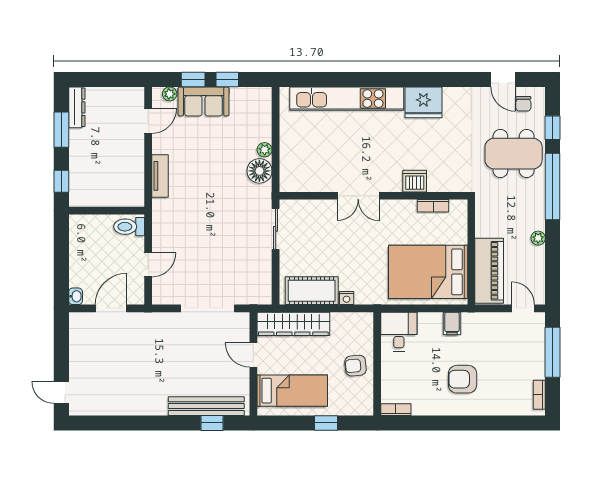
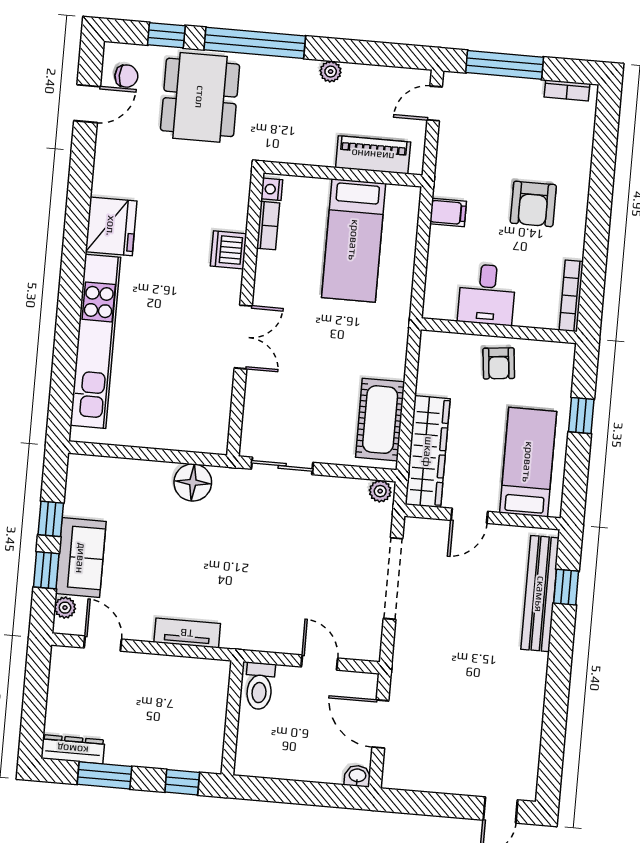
plant: (265, 150) -> (380, 491), moved
piano: (489, 271) -> (373, 155), width x0.73, depth x0.75
bed: (428, 272) -> (354, 240), width x0.67
nightstand: (347, 298) -> (272, 189), moved, turned 180
desk: (399, 332) -> (487, 294), moved, turned -90
bookcase: (396, 410) -> (571, 296), width x1.56

